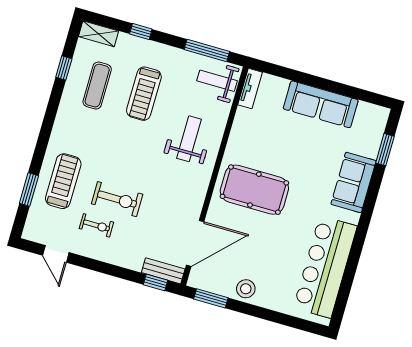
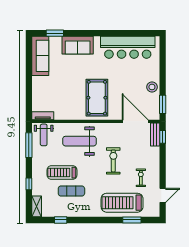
exercise mat: (97, 86) -> (71, 191), moved
treadmill: (144, 94) -> (62, 173), turned 180
sofa: (321, 104) -> (40, 56), moved
weight bench: (189, 139) -> (80, 141), width x1.36, depth x1.33
treadmill: (63, 181) -> (122, 203), width x1.37, depth x1.38
exercise bike: (117, 199) -> (113, 161), moved

